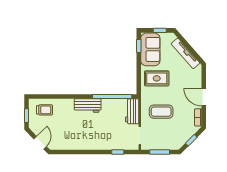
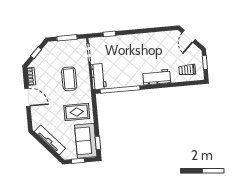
workbench: (88, 106) -> (157, 77), moved
coffee table: (161, 112) -> (69, 79), turned 90

